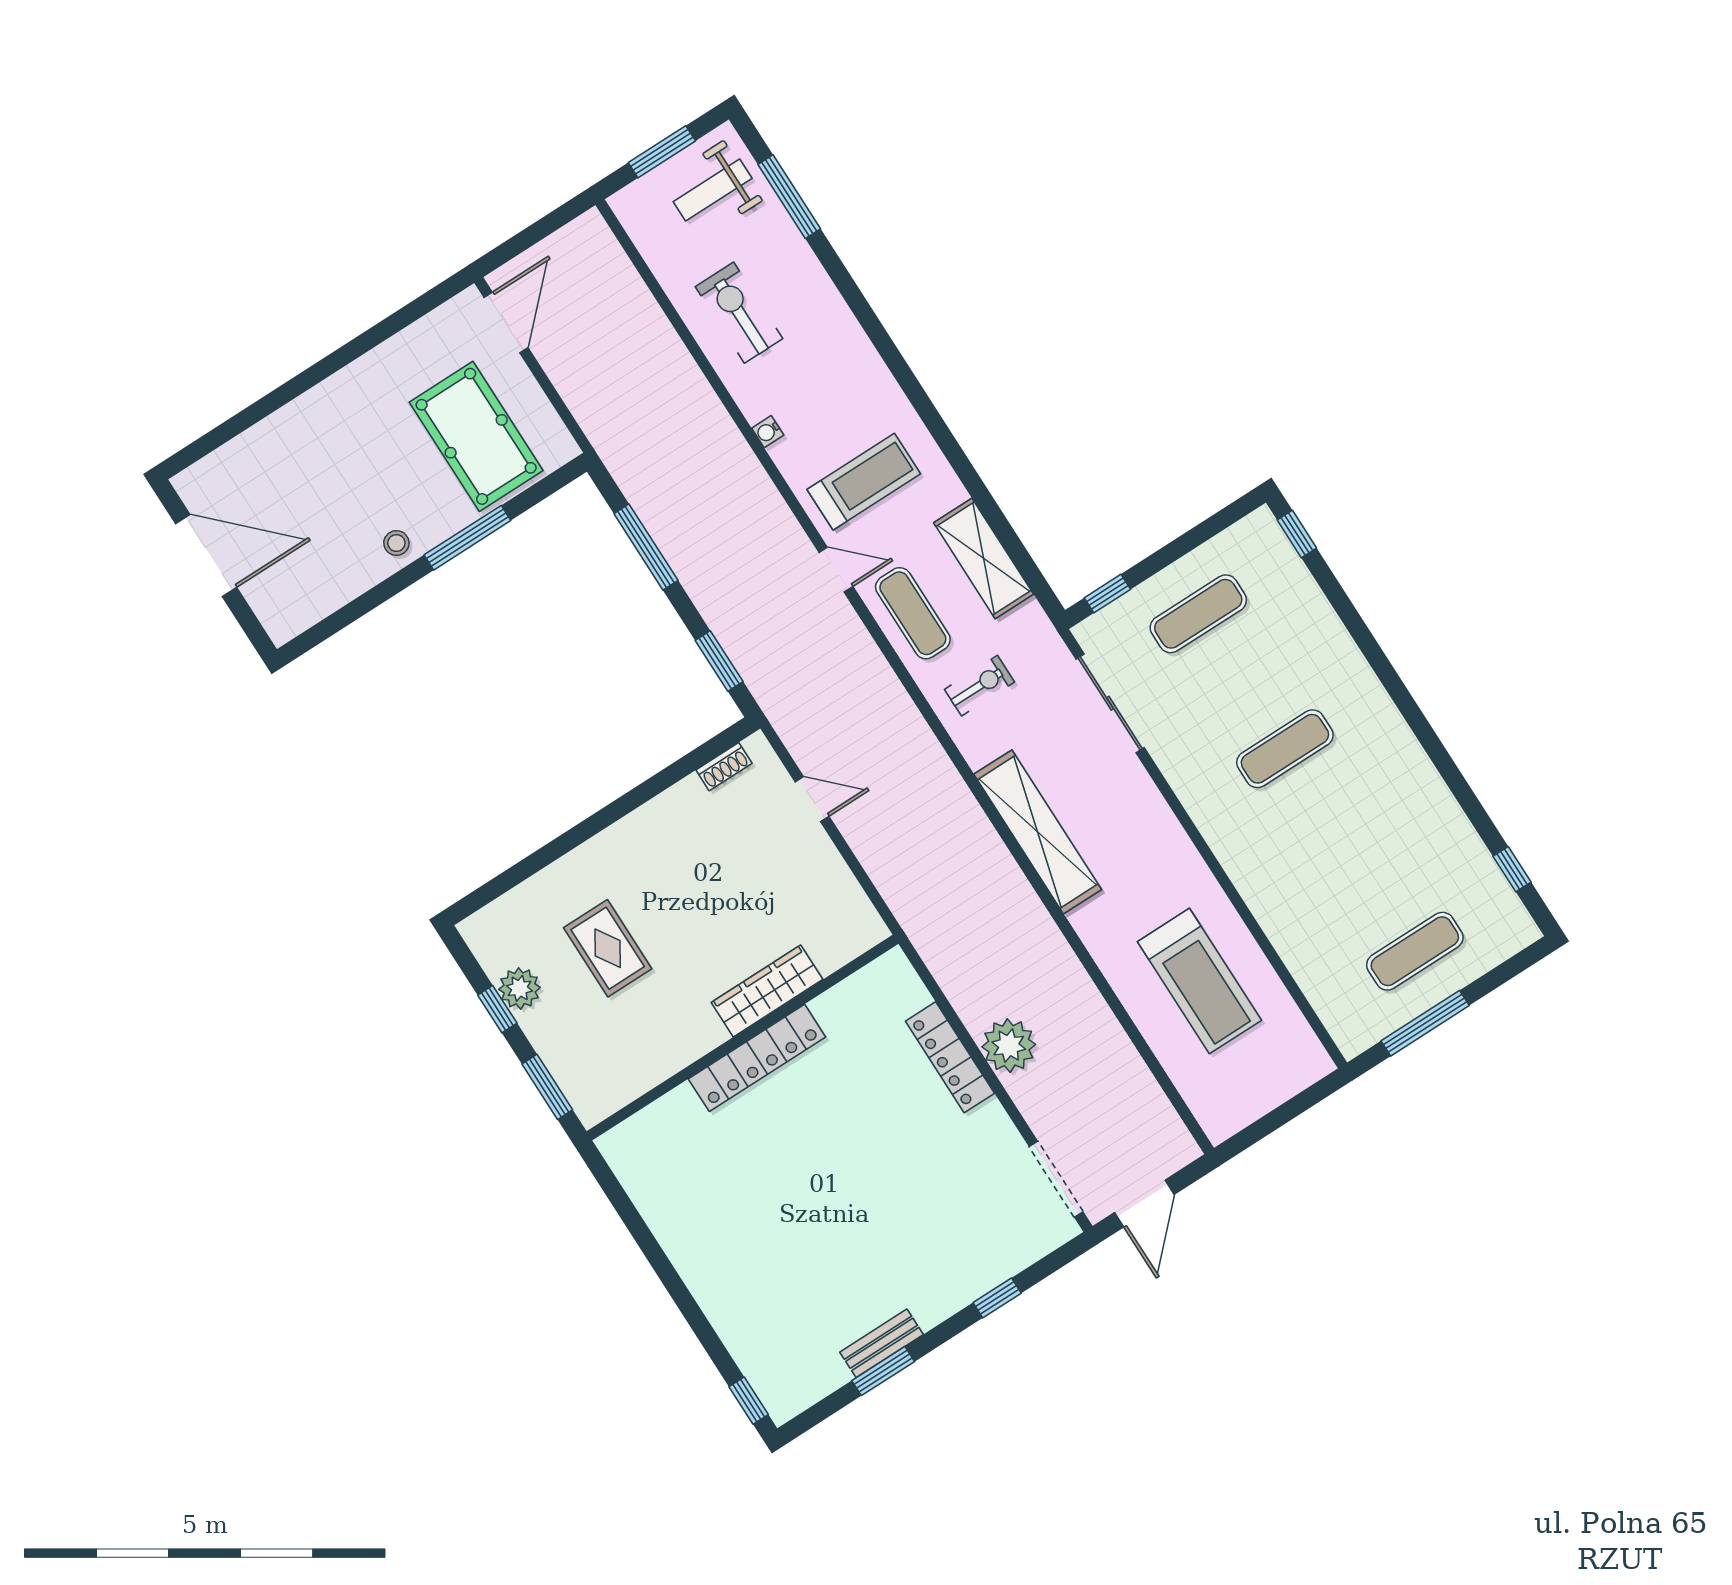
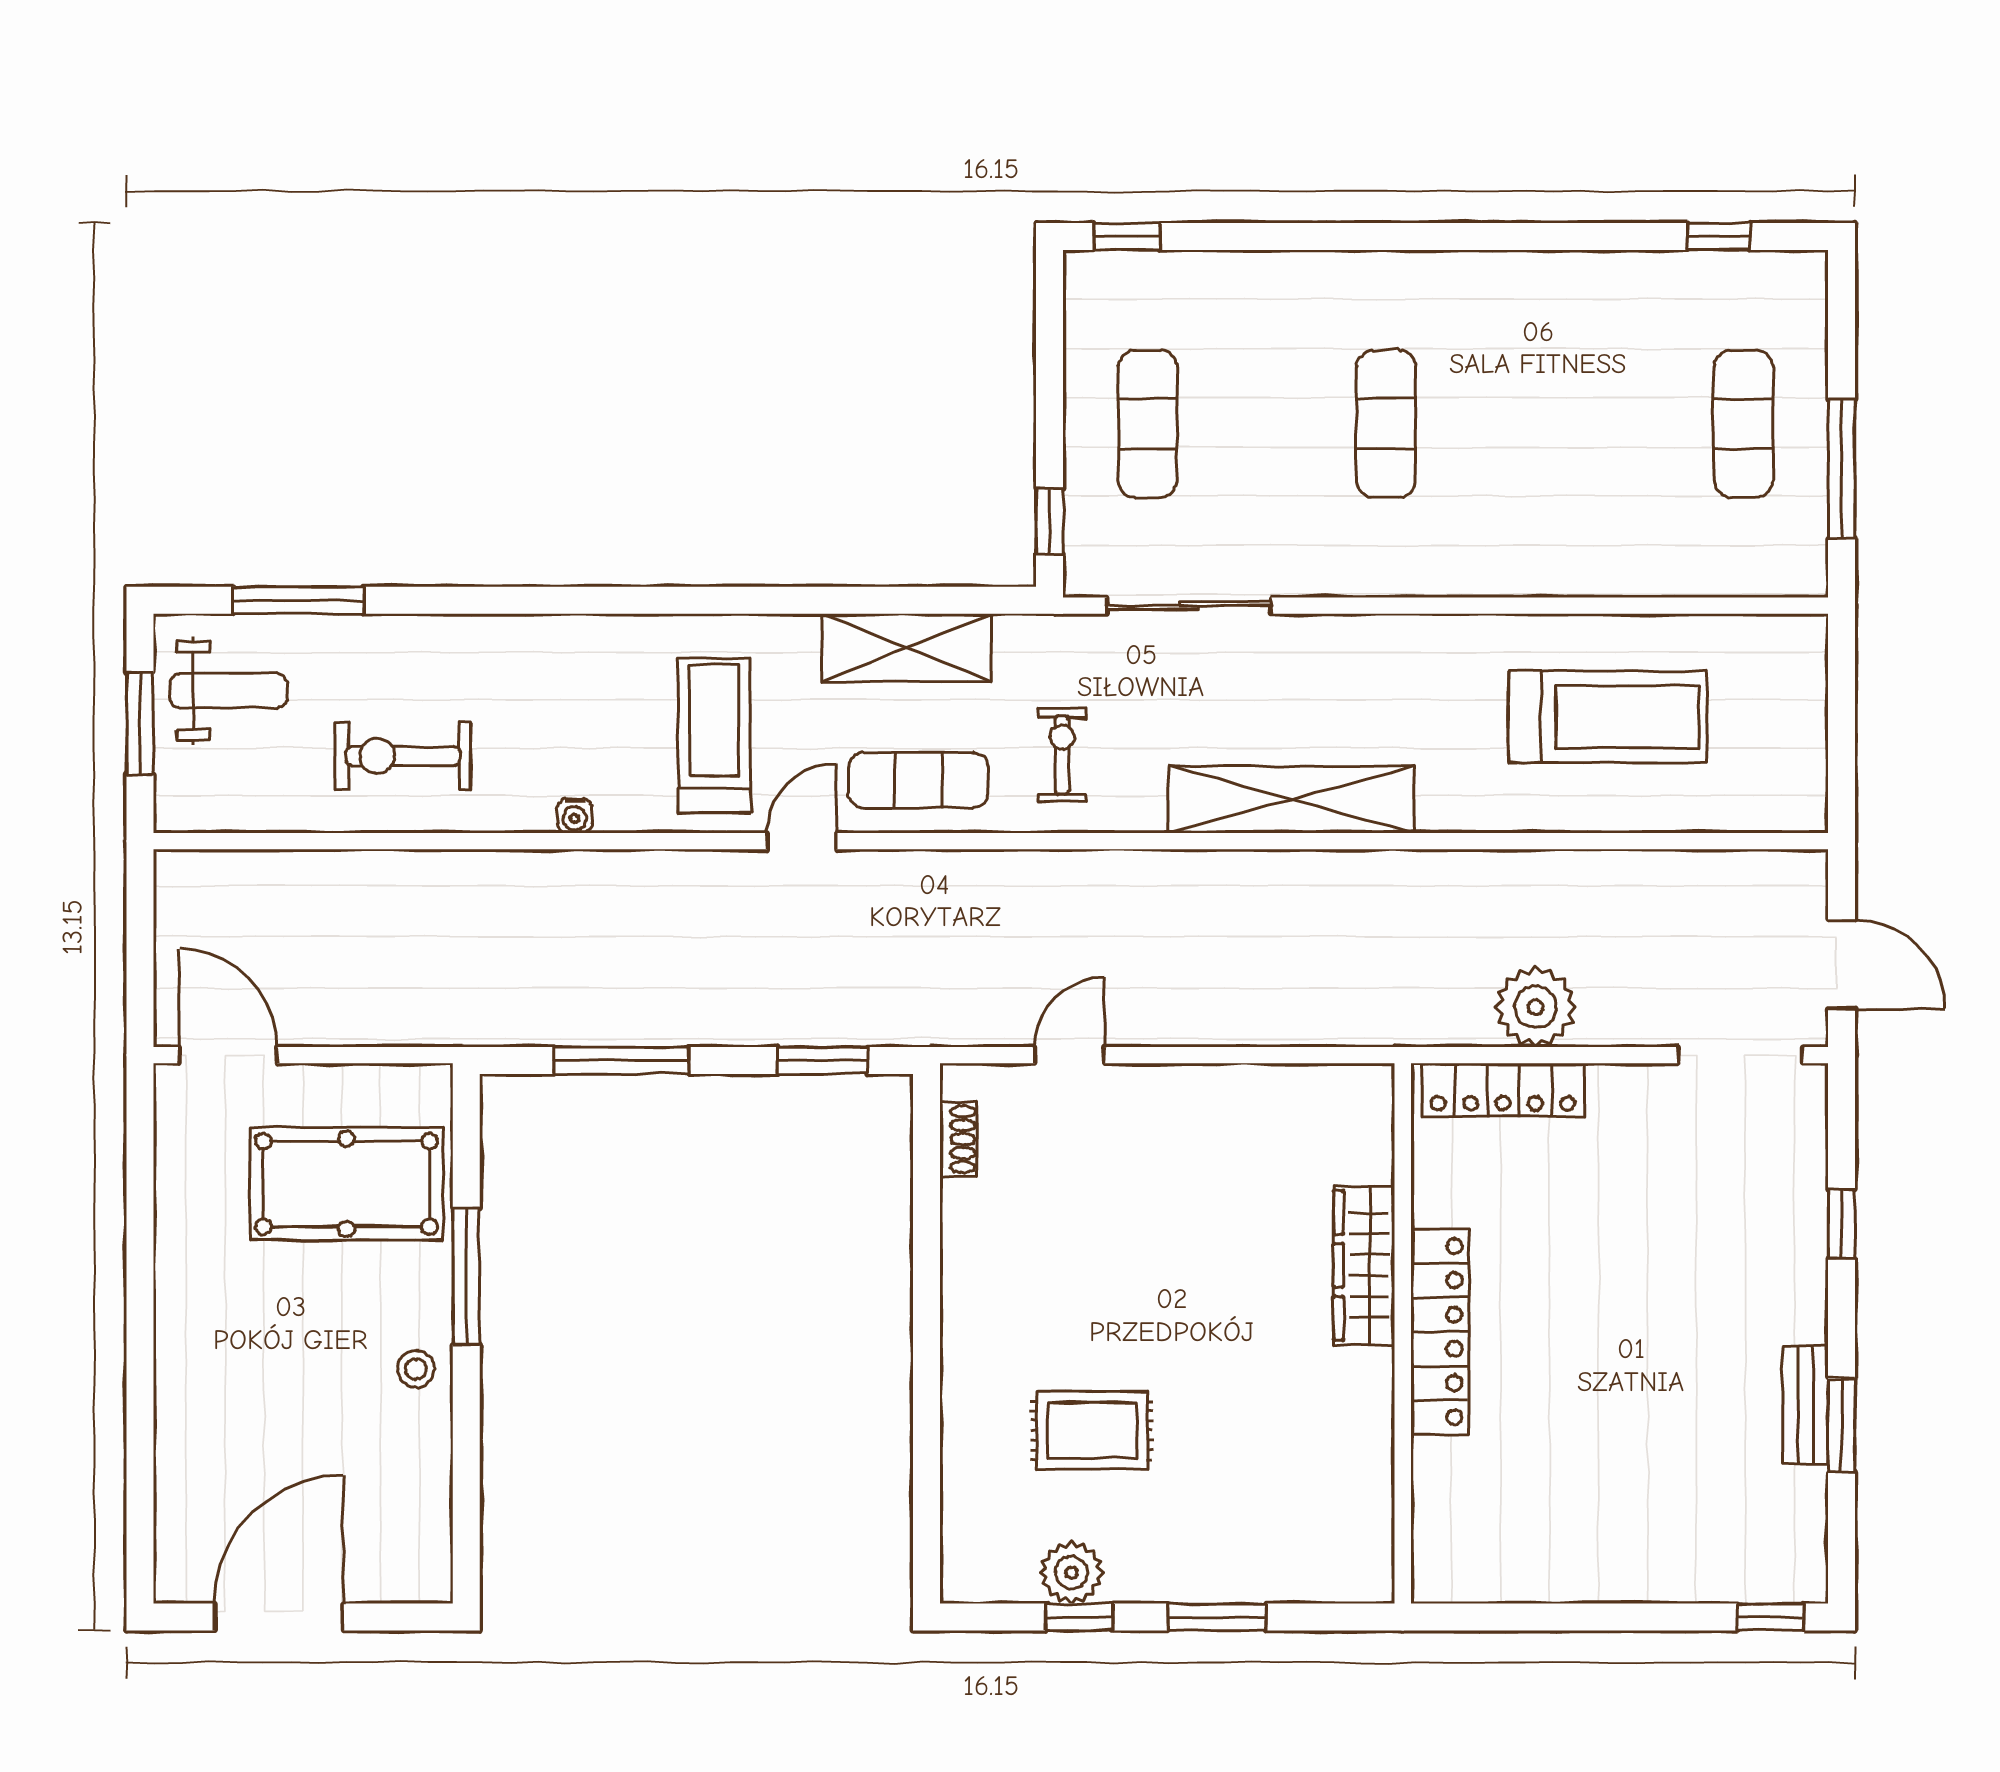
weight bench: (713, 190) -> (228, 691), turned -90
wardrobe: (767, 991) -> (1364, 1265), moved
wall: (742, 1038) -> (1403, 1333), moved
locker: (757, 1058) -> (1440, 1332), moved

